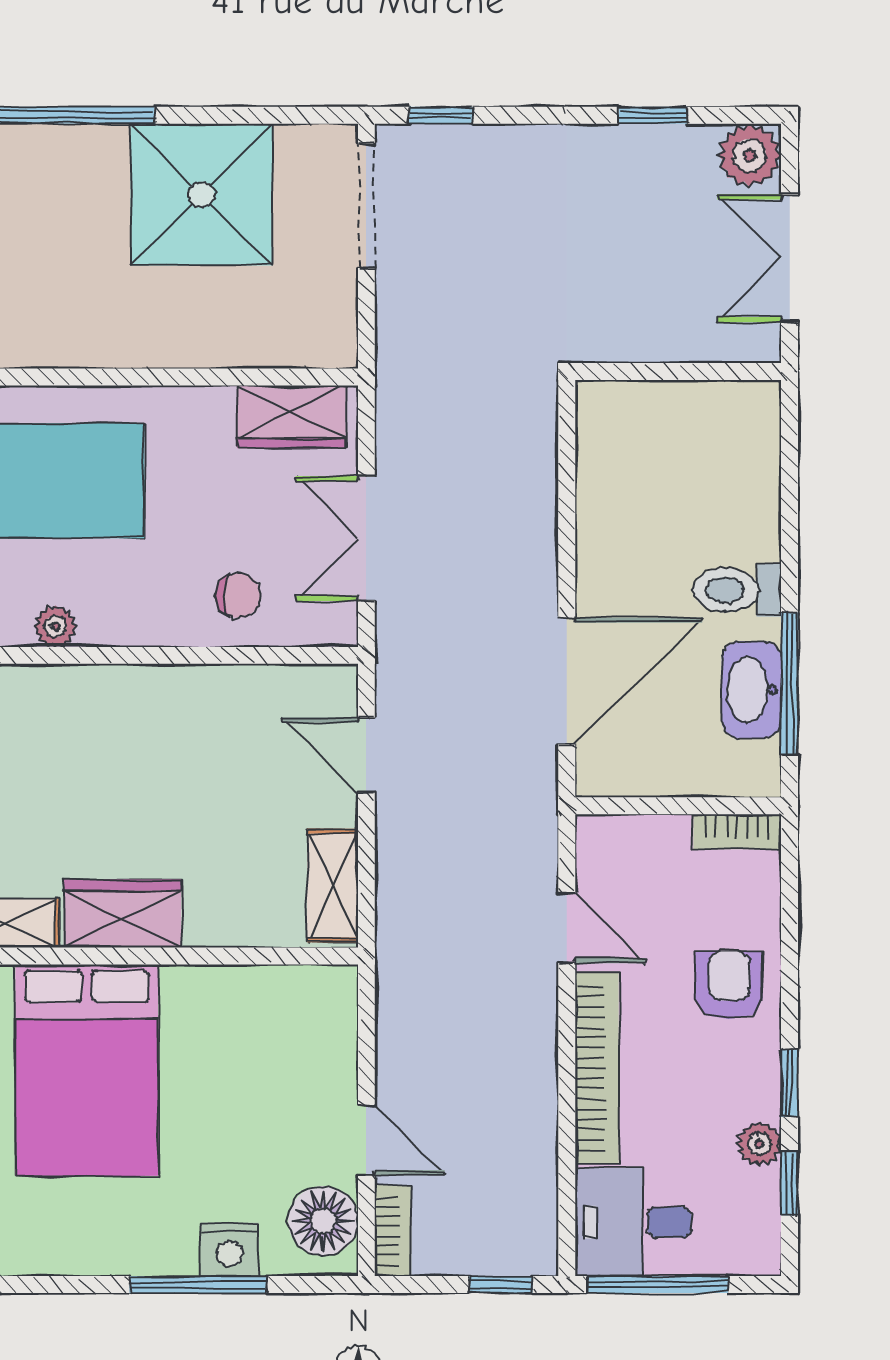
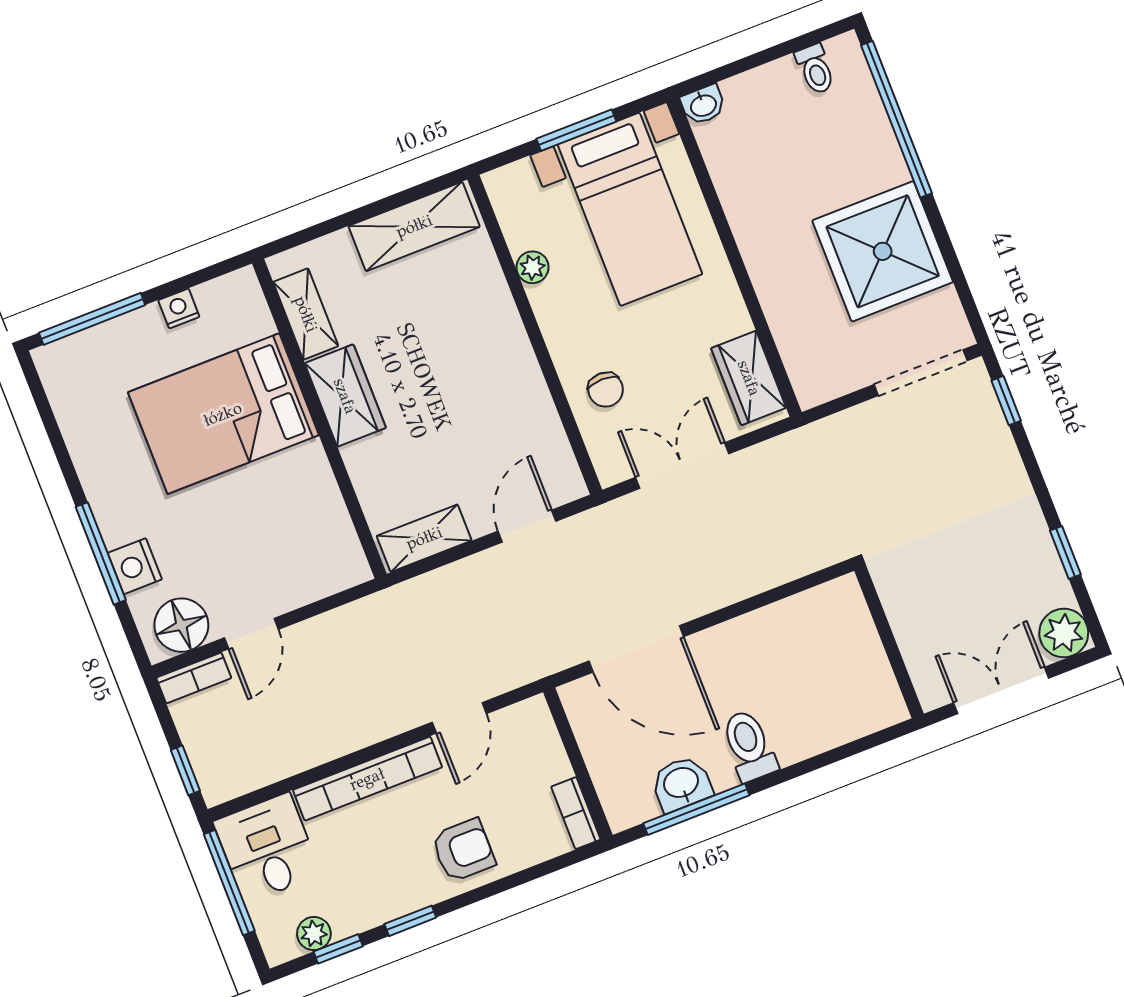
washbasin: (752, 690) -> (681, 784), width x0.72
plant: (759, 1144) -> (314, 934), moved

